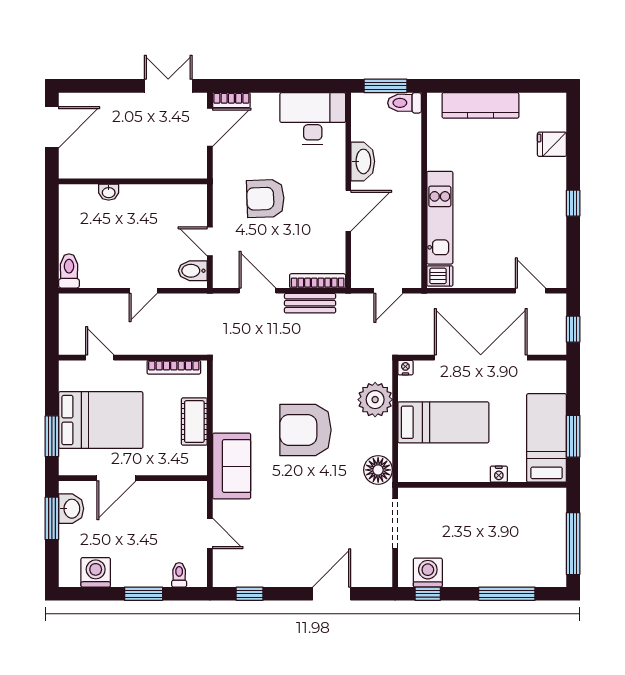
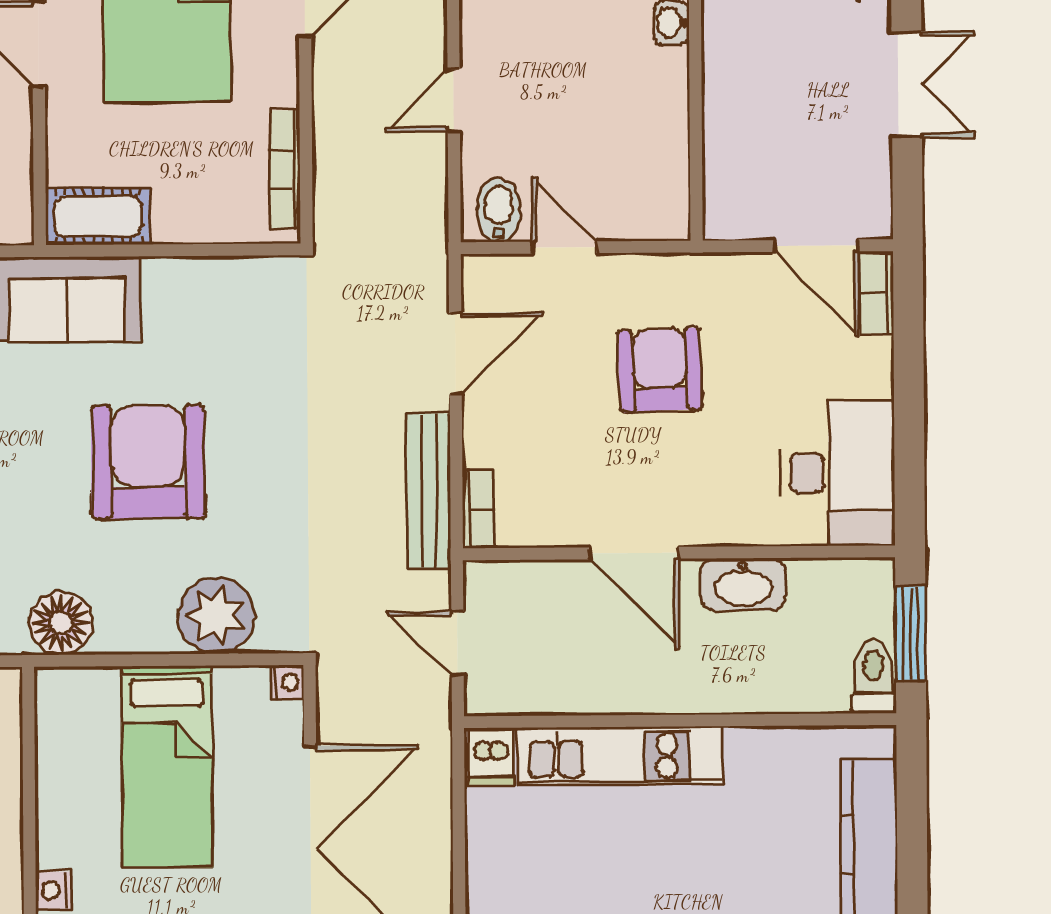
double door: (168, 86) -> (907, 84), moved
door: (210, 241) -> (564, 247), hinge flipped
bookcase: (318, 281) -> (478, 509), width x0.64
door: (143, 291) -> (454, 100), hinge flipped
bench: (310, 303) -> (429, 491), width x1.36
cot: (194, 422) -> (98, 216), moved

